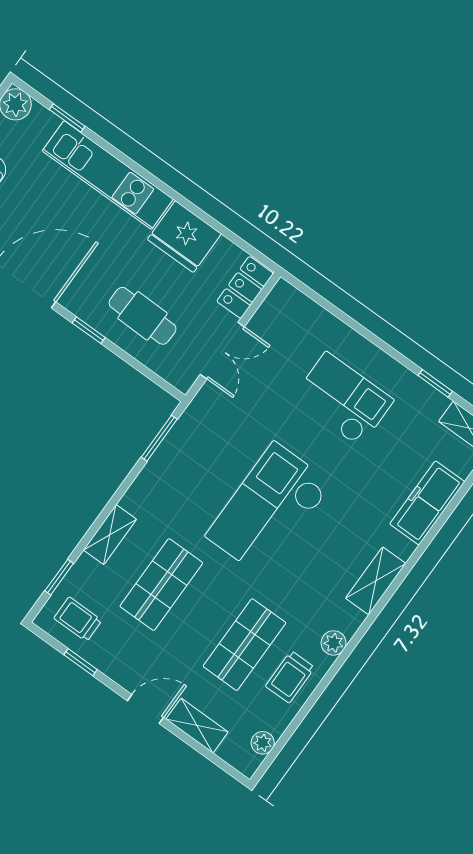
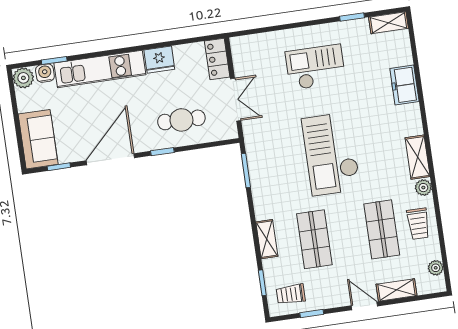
water cooler: (44, 122) -> (45, 73), added
fridge: (184, 237) -> (159, 60), width x0.73, depth x0.75
freezer: (427, 503) -> (404, 85), width x0.71
shelving: (376, 581) -> (418, 157), moved
door: (146, 709) -> (364, 306), hinge flipped

